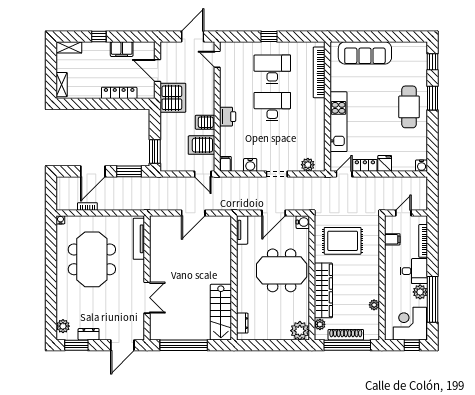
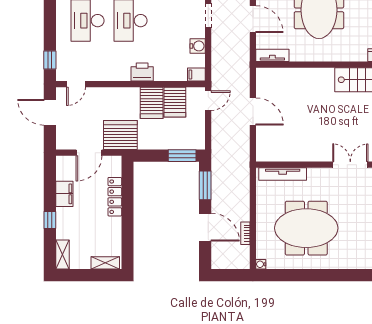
window: (269, 36) -> (50, 60), moved
server rack: (205, 122) -> (152, 103), width x1.36, depth x1.44

